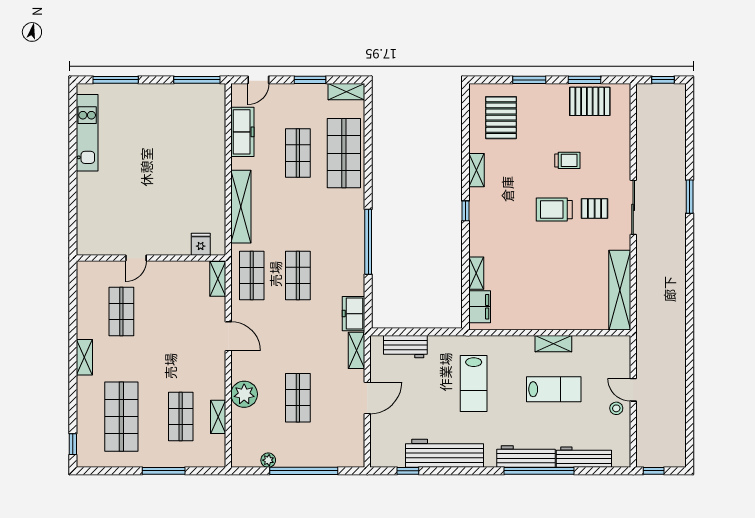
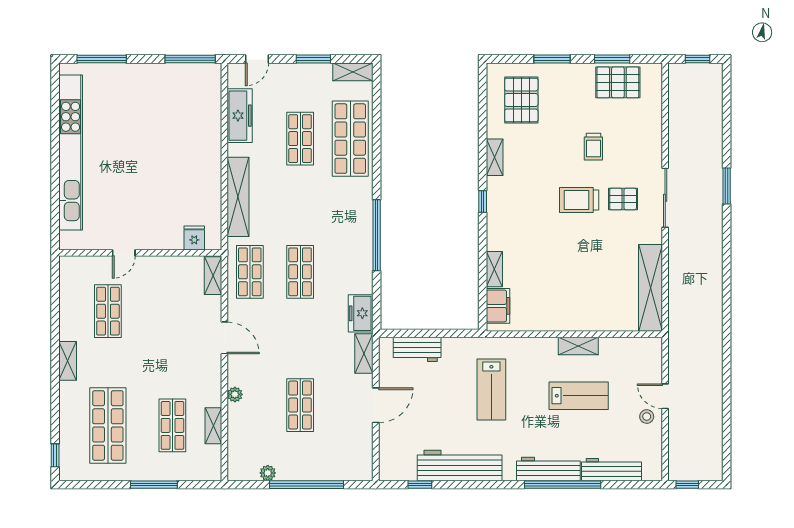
kitchen unit: (87, 133) -> (71, 152), width x1.86
trolley: (567, 160) -> (593, 147), turned 90
plant: (244, 394) -> (235, 394), width x0.53, depth x0.53

